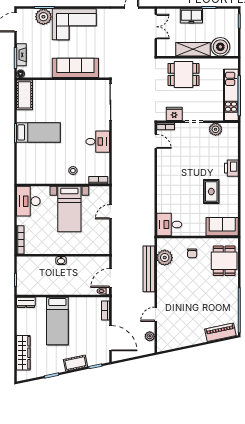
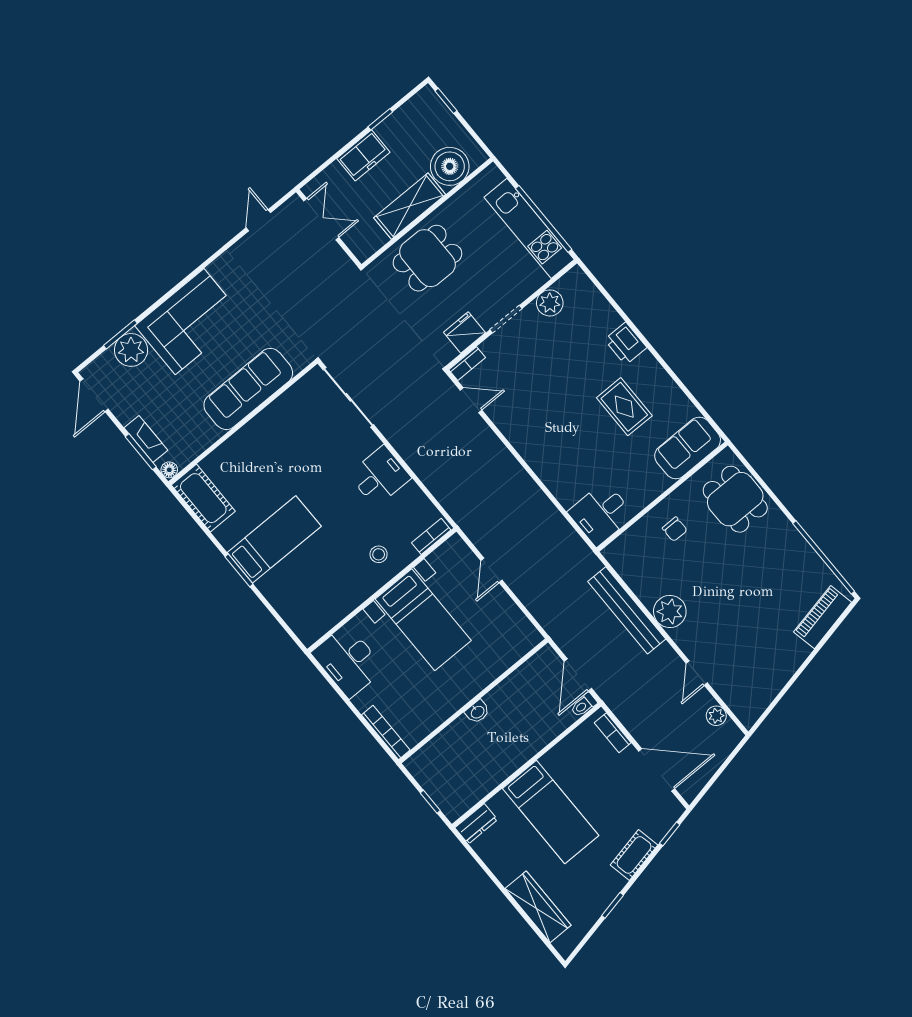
plant: (165, 258) -> (670, 611), moved

